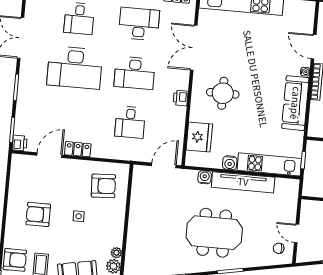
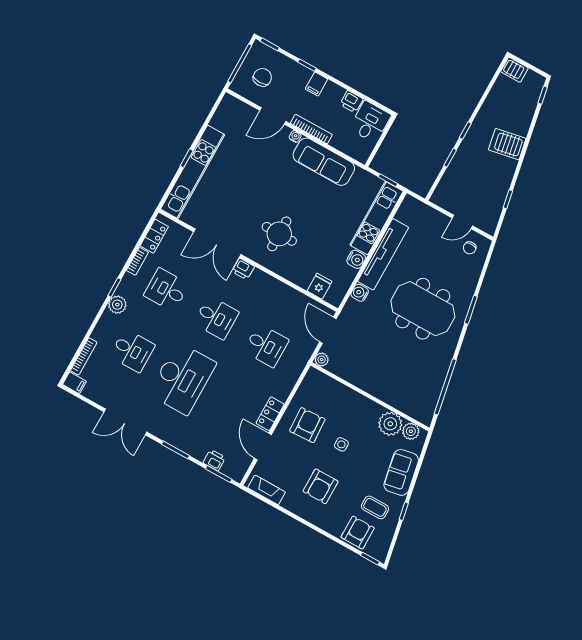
desk: (139, 24) -> (166, 290), width x0.73
desk: (135, 73) -> (216, 318), width x0.73
printer: (181, 98) -> (243, 269), moved
fridge: (199, 137) -> (319, 286), width x0.53, depth x0.75
printer: (20, 143) -> (214, 460), moved
plant: (139, 171) -> (322, 360), added
fireplace: (16, 173) -> (267, 490), added
armchair: (103, 186) -> (307, 425), moved
meeting table: (214, 233) -> (423, 309), turned 90
plant: (116, 253) -> (390, 424), width x1.88, depth x1.88

